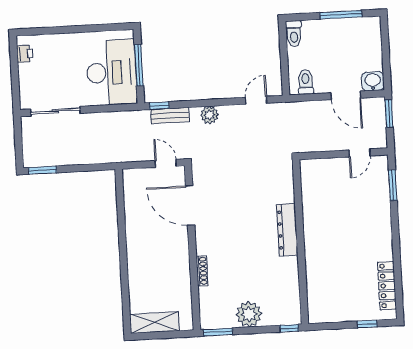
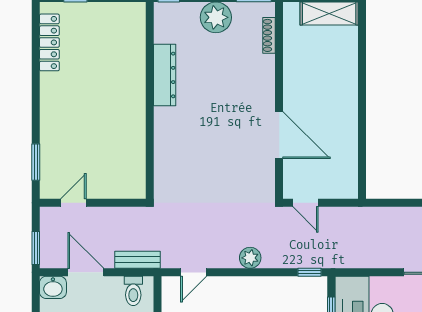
bench: (170, 115) -> (138, 260), moved
door: (190, 205) -> (279, 135), moved
dresser: (287, 230) -> (165, 75), moved
shoe rack: (202, 271) -> (269, 35), moved

